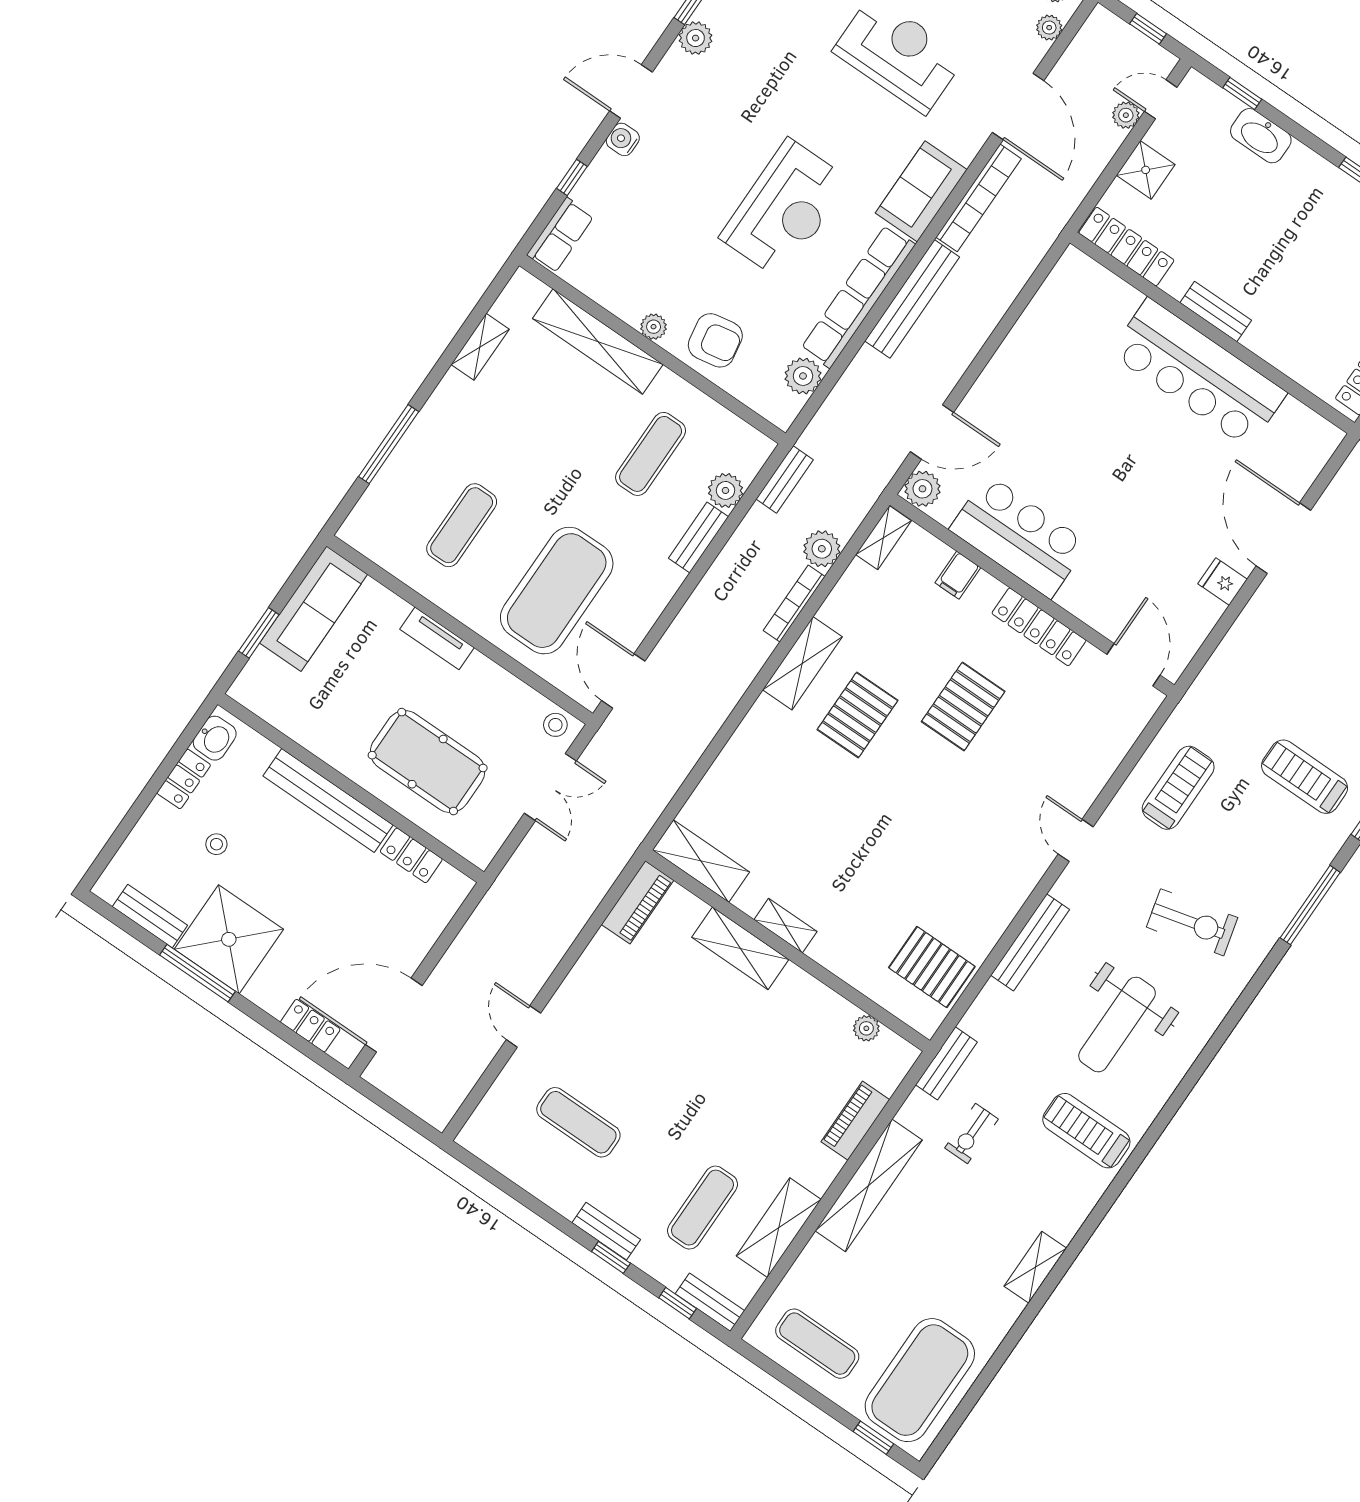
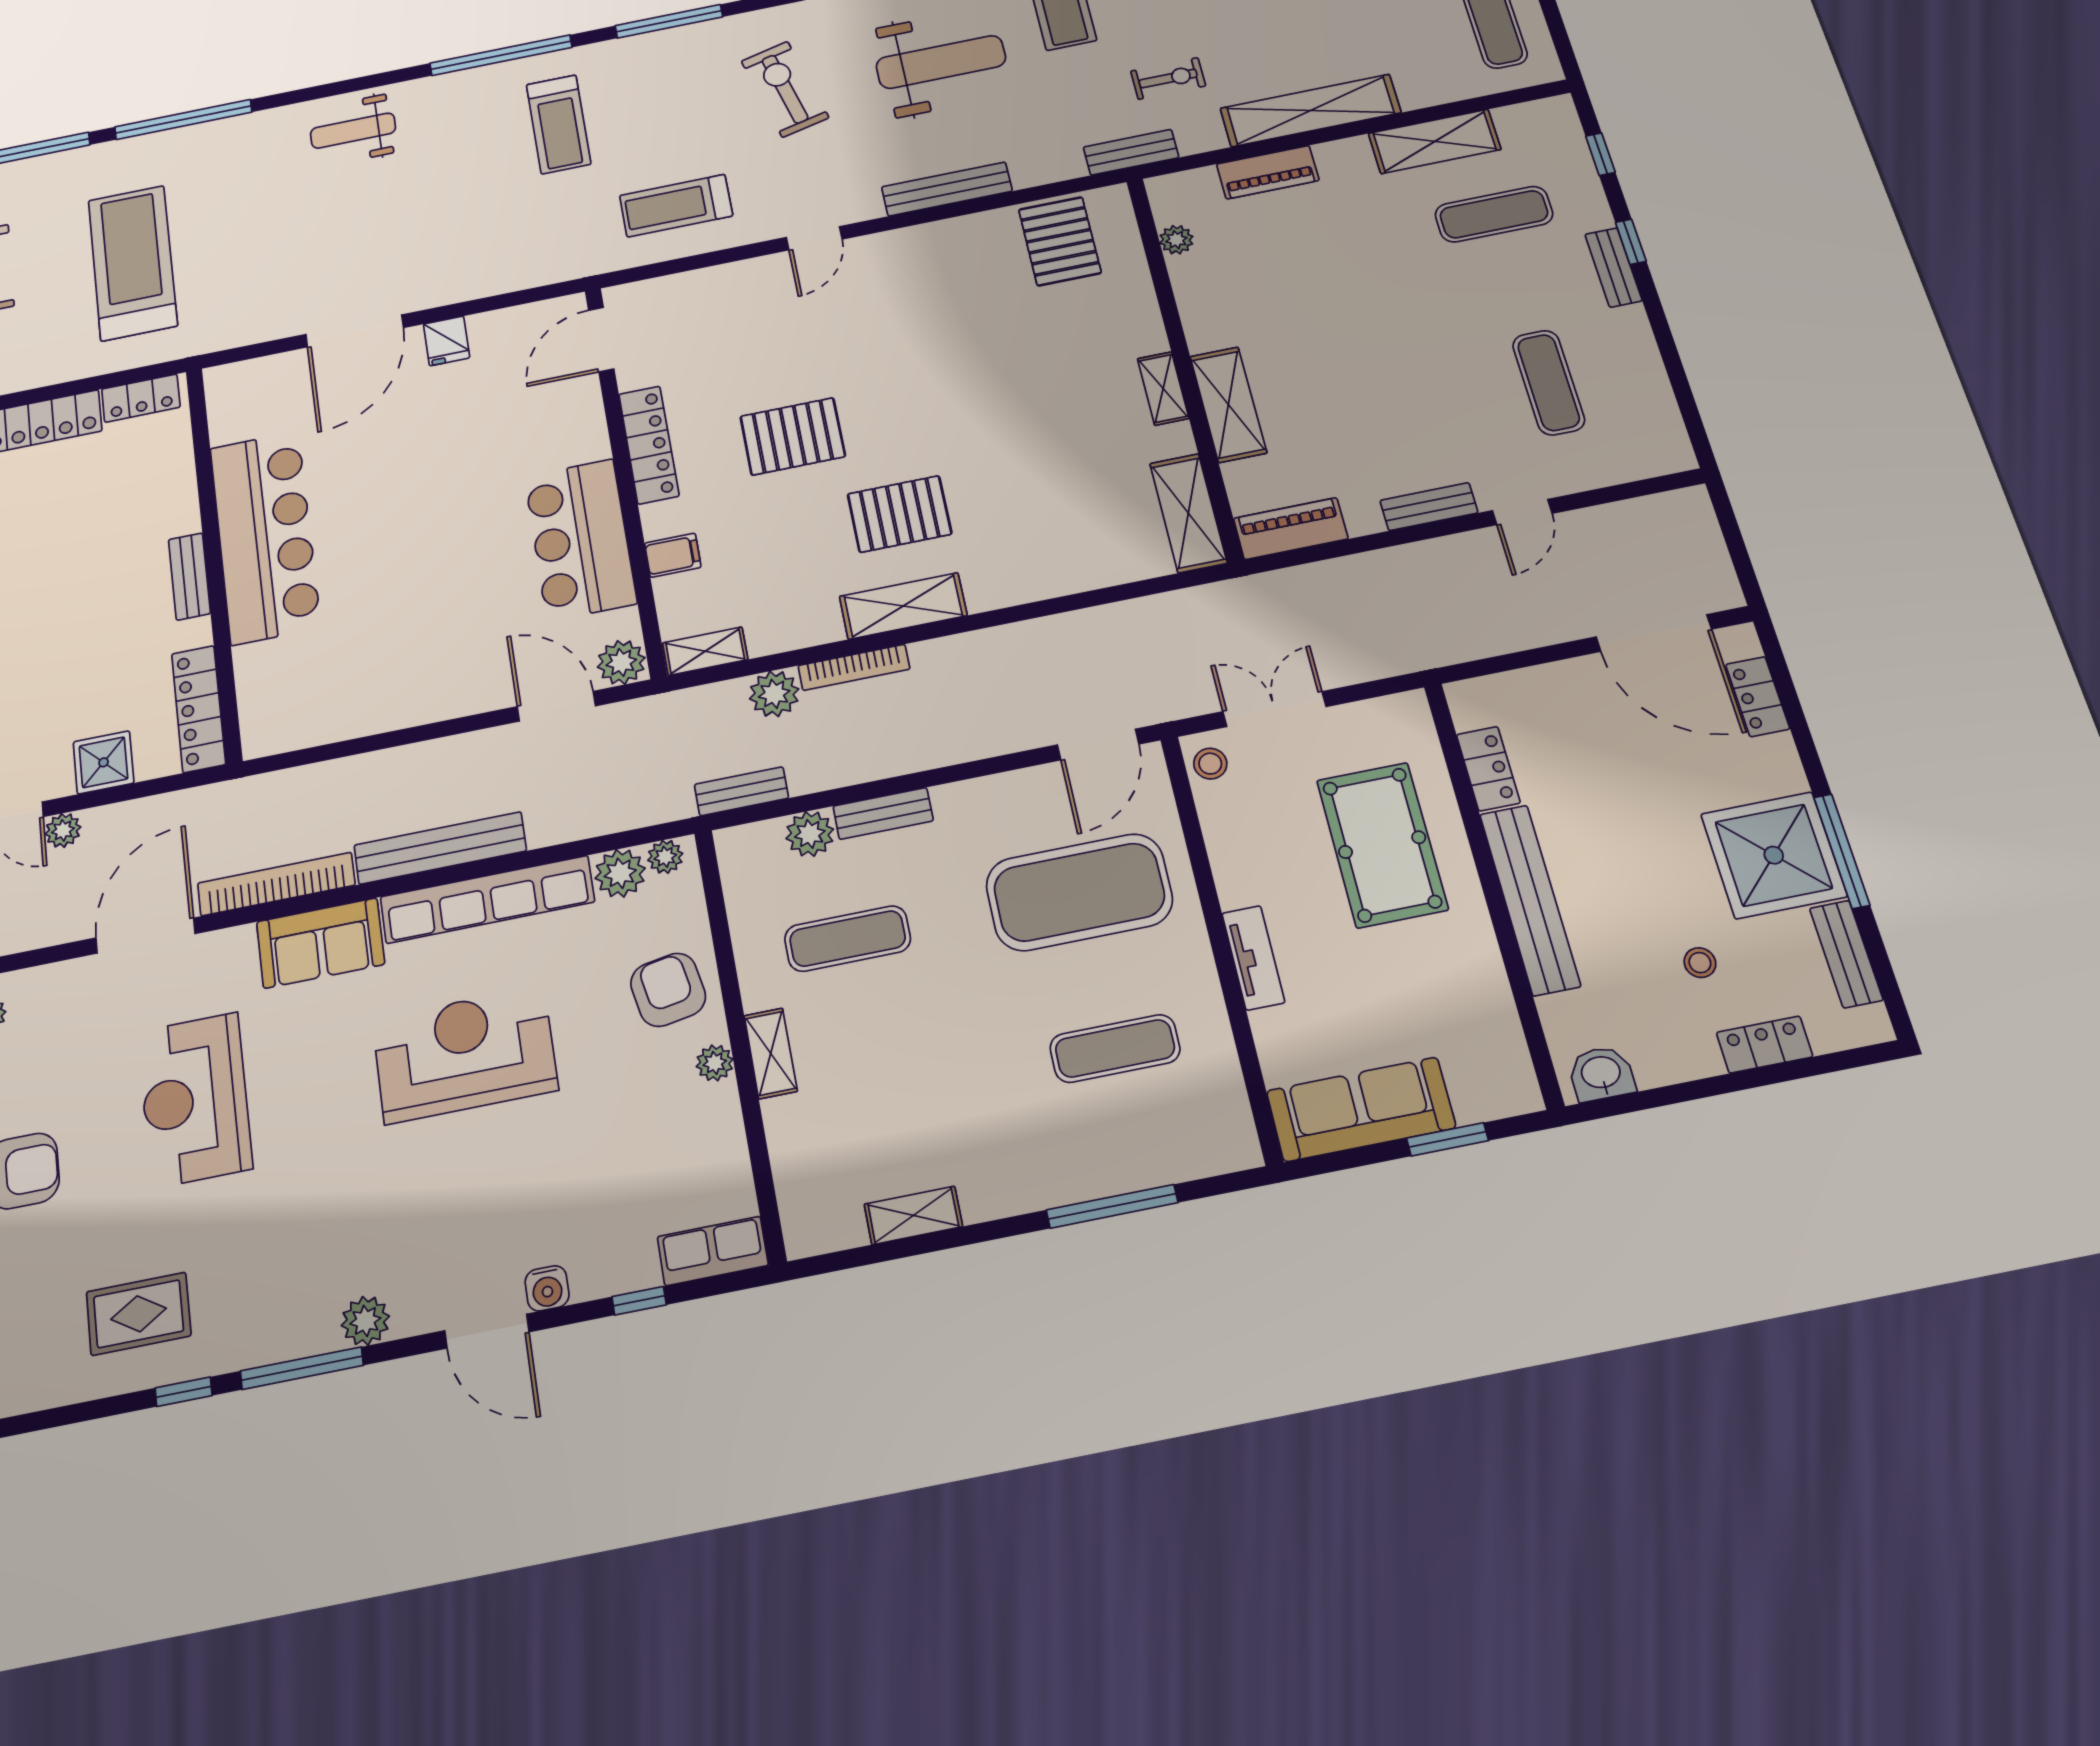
plant: (1049, 28) -> (665, 857), moved
shelving: (598, 342) -> (771, 1053), width x0.45, depth x0.75
locker: (184, 779) -> (1765, 1045), moved
bench: (710, 1302) -> (1429, 507), moved, turned 90

